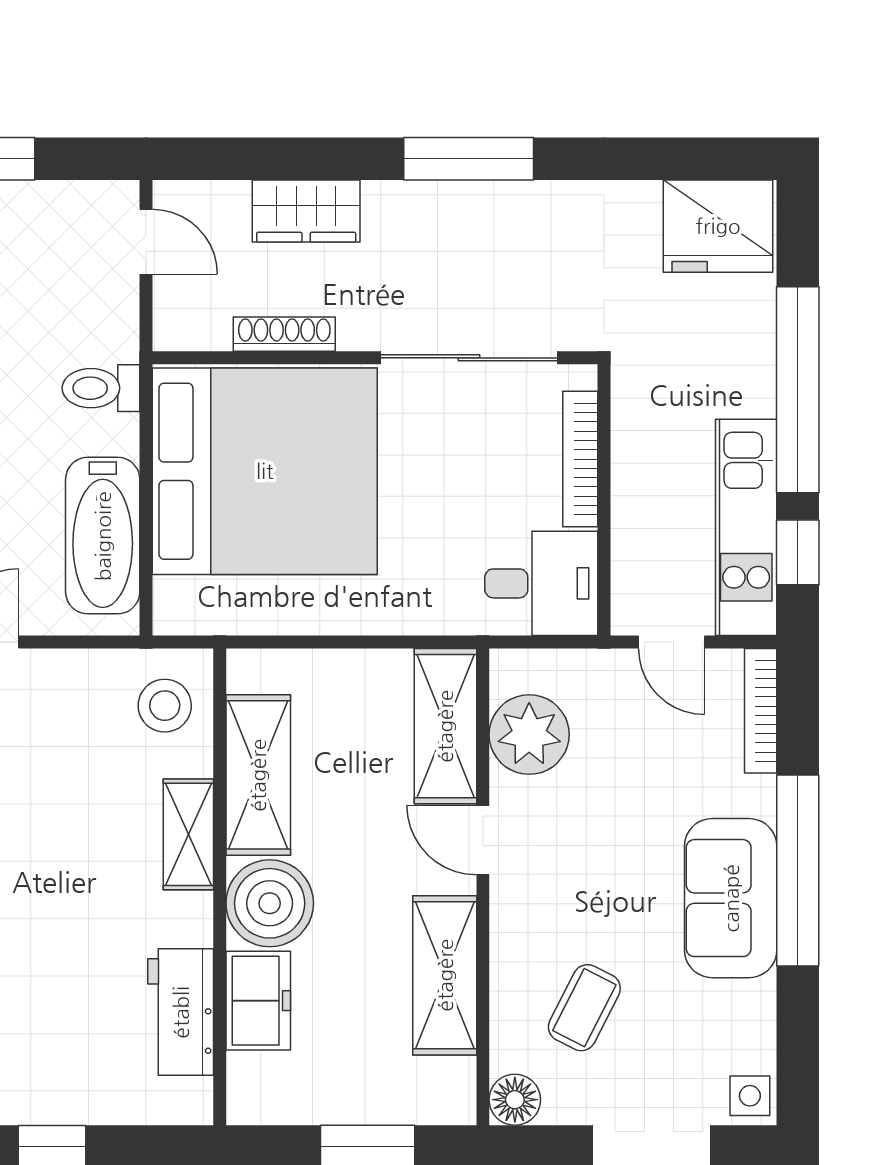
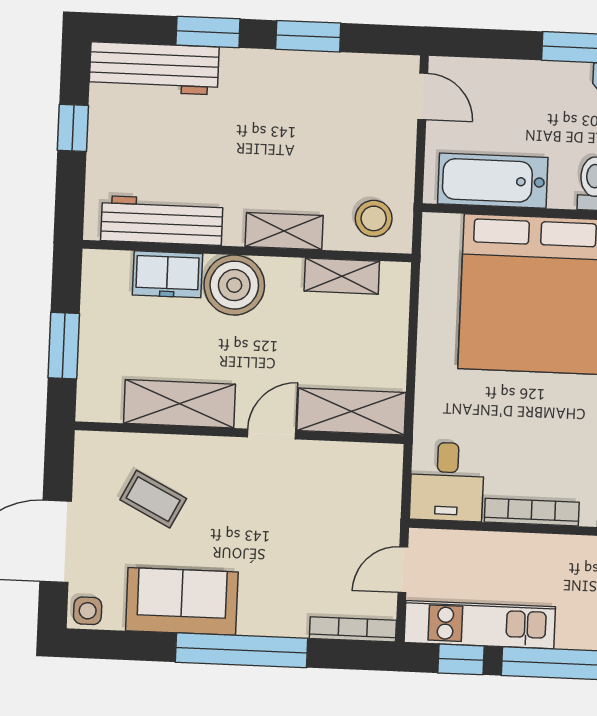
plant: (529, 735) -> (343, 469), removed
shelving: (258, 775) -> (342, 276), width x0.67, depth x0.75
sofa: (731, 898) -> (182, 601), moved
workbench: (181, 1012) -> (162, 221), width x1.38
floor lamp: (515, 1100) -> (92, 449), removed

